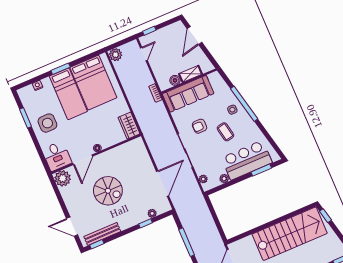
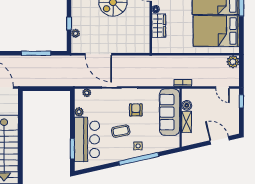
wardrobe: (129, 126) -> (159, 26), moved, turned 90

